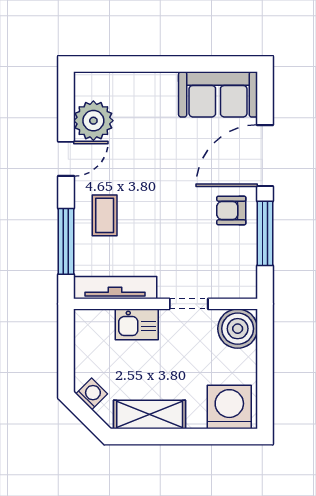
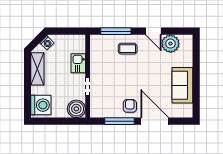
sofa: (218, 94) -> (182, 85), moved
tv unit: (115, 288) -> (95, 53), removed

